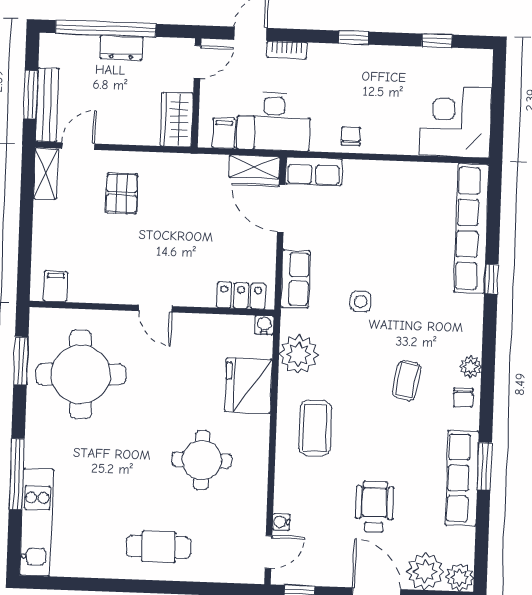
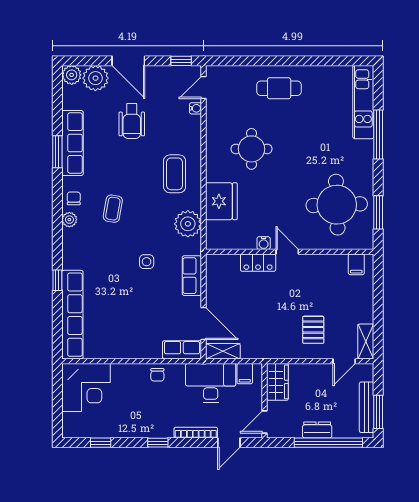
bookcase: (287, 50) -> (196, 433), width x1.56
window: (31, 95) -> (378, 412), moved
bench: (47, 105) -> (367, 407), moved
locker: (241, 296) -> (258, 263), moved
water cooler: (264, 325) -> (264, 243), moved

